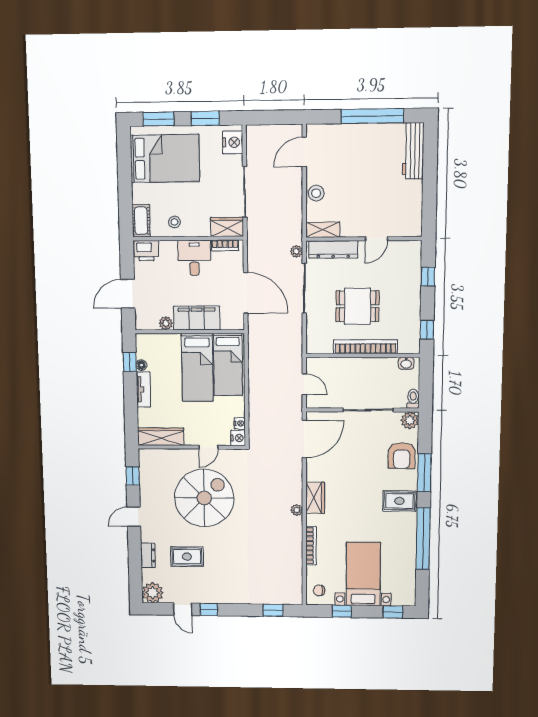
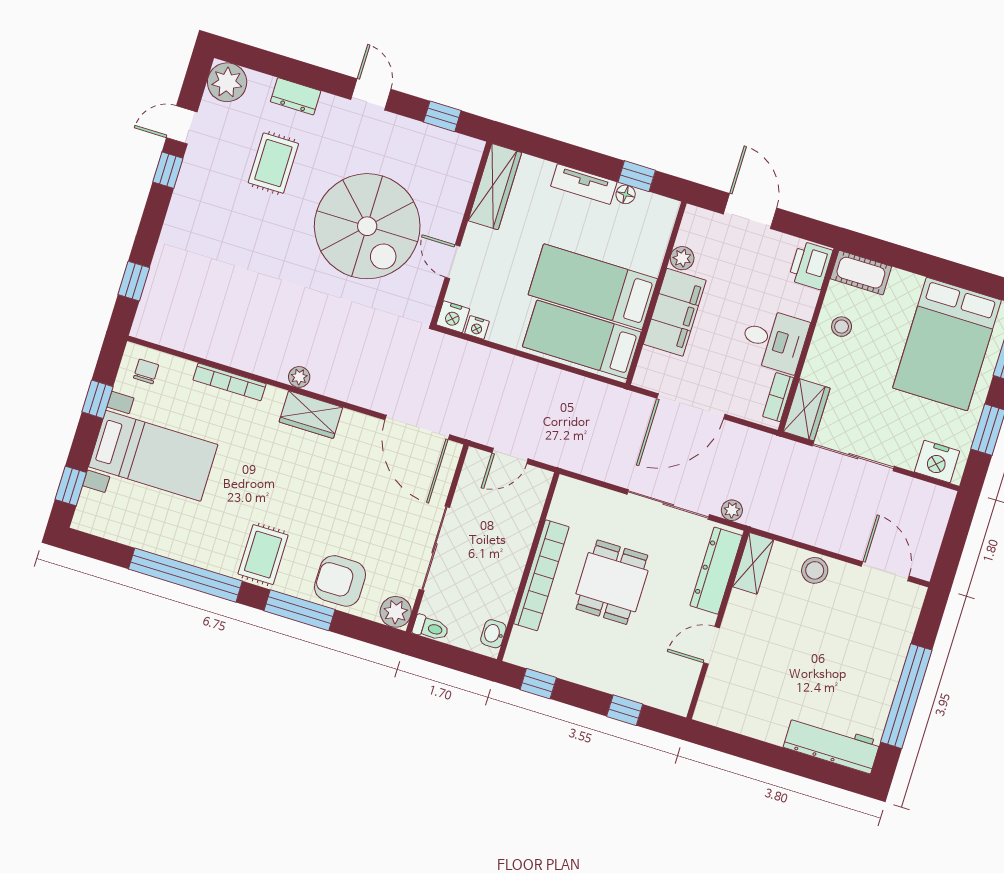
door: (376, 239) -> (711, 645), hinge flipped

